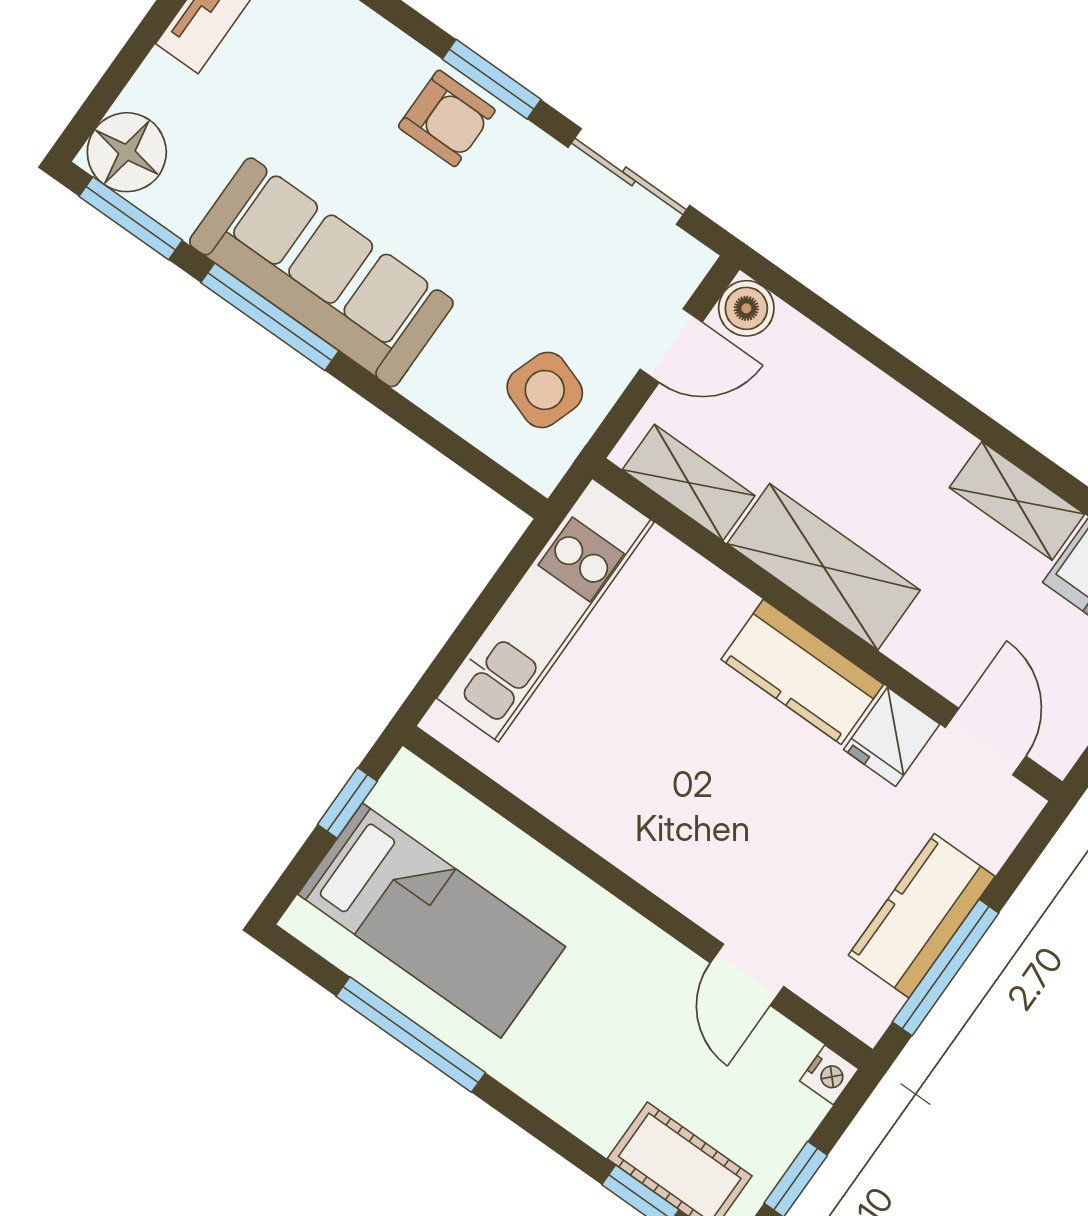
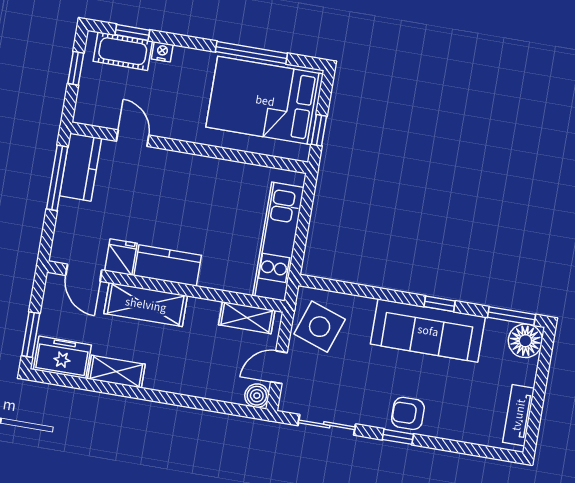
window: (492, 79) -> (398, 437), width x0.67
window: (270, 317) -> (440, 304), width x0.46
side table: (545, 390) -> (320, 327), width x1.37, depth x1.37
shelving: (824, 567) -> (146, 305), moved
kitchen counter: (922, 916) -> (81, 167), moved
bed: (432, 920) -> (265, 101), width x1.50
nightstand: (829, 1075) -> (162, 52), moved, turned 90

